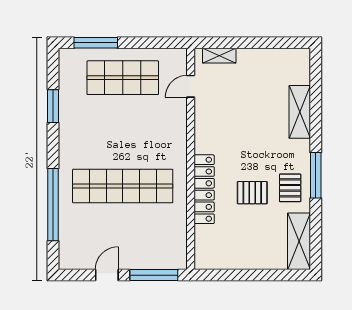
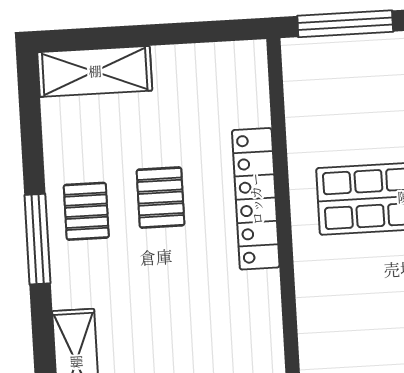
pallet: (252, 193) -> (160, 198), turned 90
shelving: (299, 241) -> (95, 71), moved, turned 90

